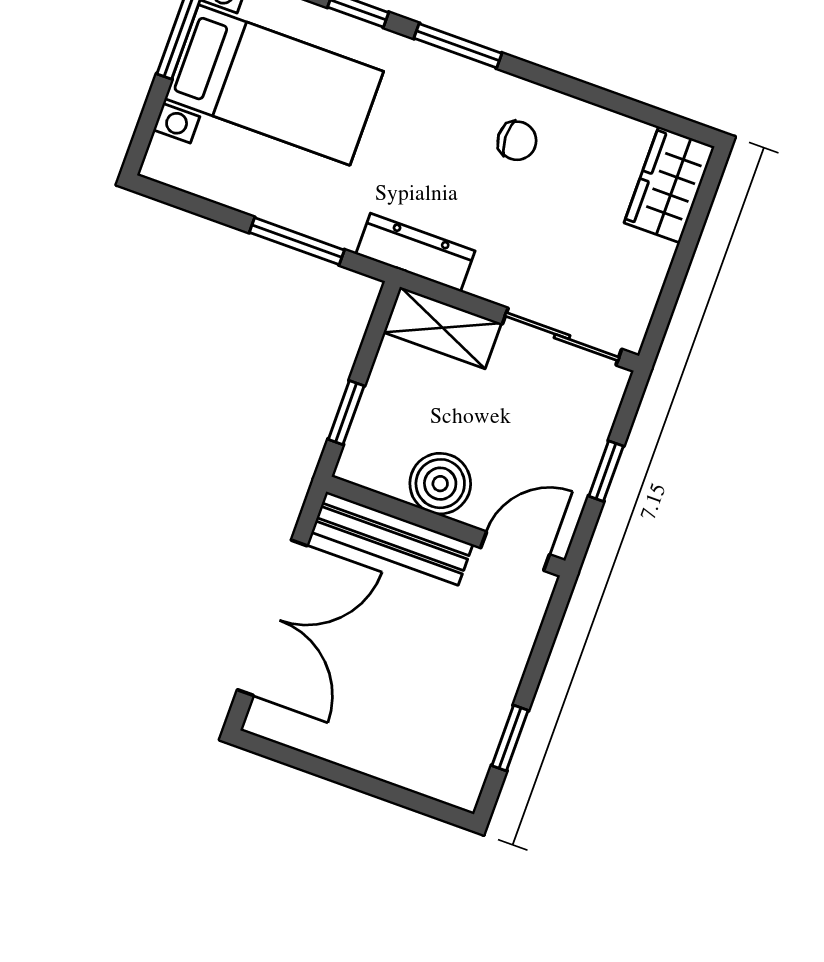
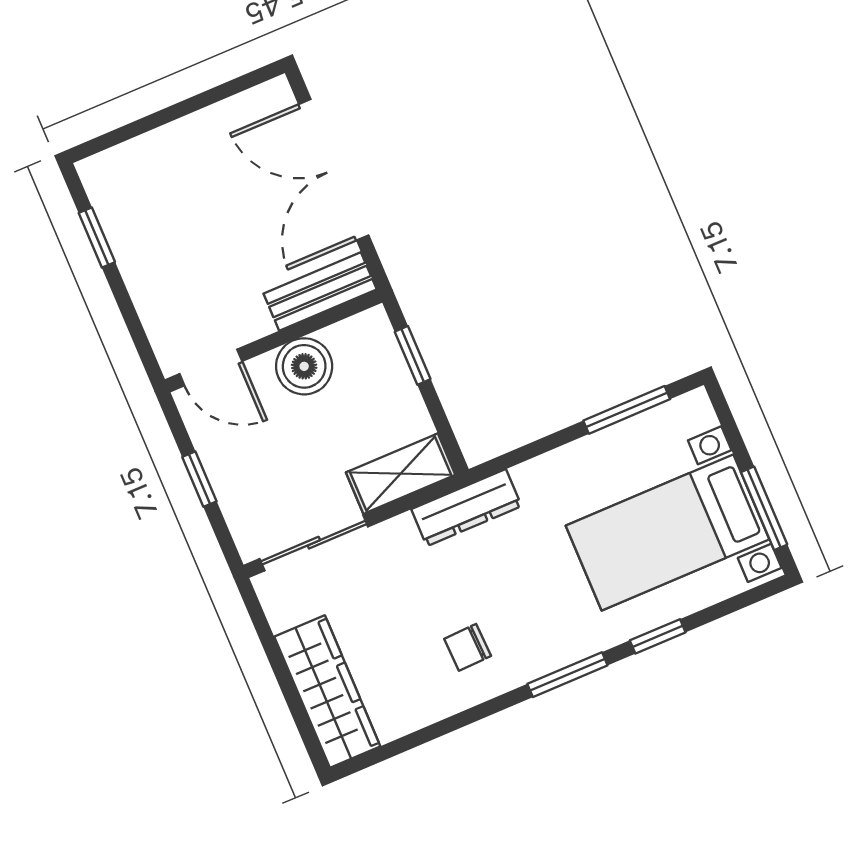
wardrobe: (669, 185) -> (327, 691), width x1.50
window: (297, 241) -> (627, 410), moved
bench: (392, 538) -> (320, 291), width x0.73
door: (515, 551) -> (211, 368), hinge flipped

